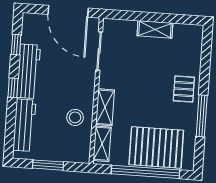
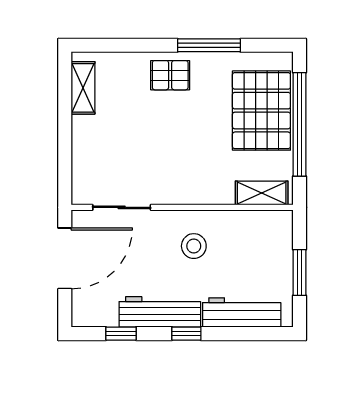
shelving: (155, 29) -> (83, 88), moved
shelving: (105, 107) -> (206, 193), removed
stool: (75, 117) -> (194, 246), moved

